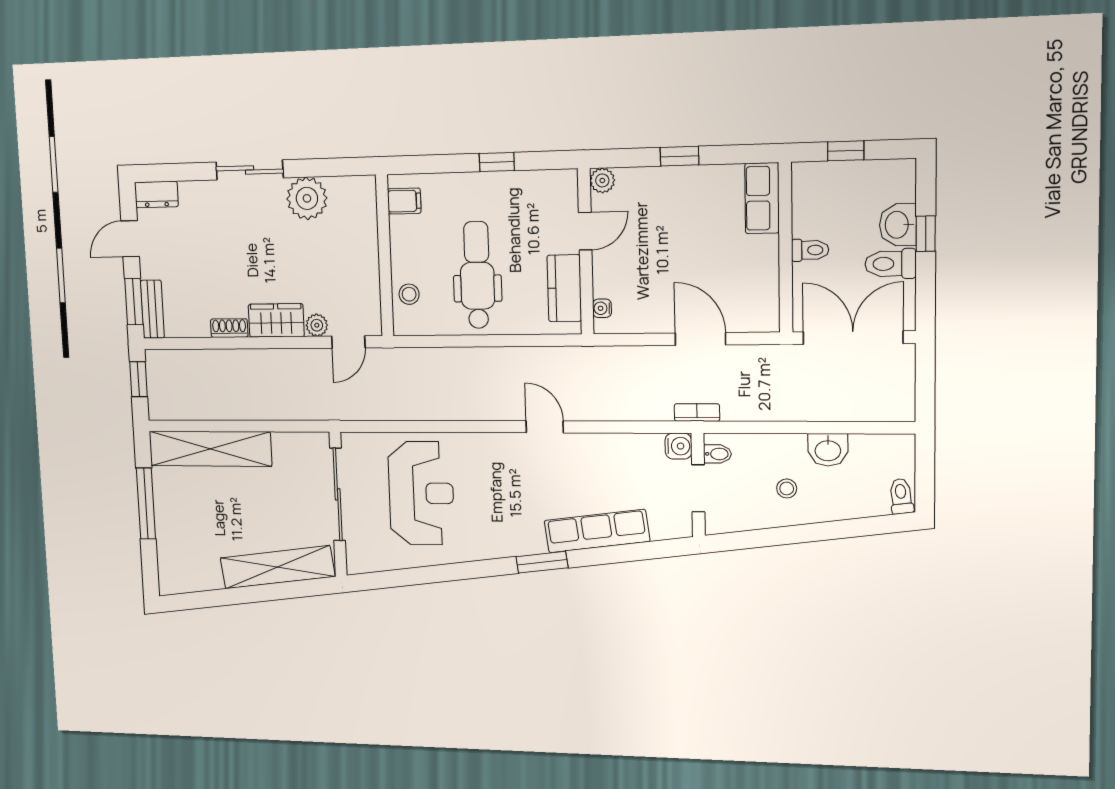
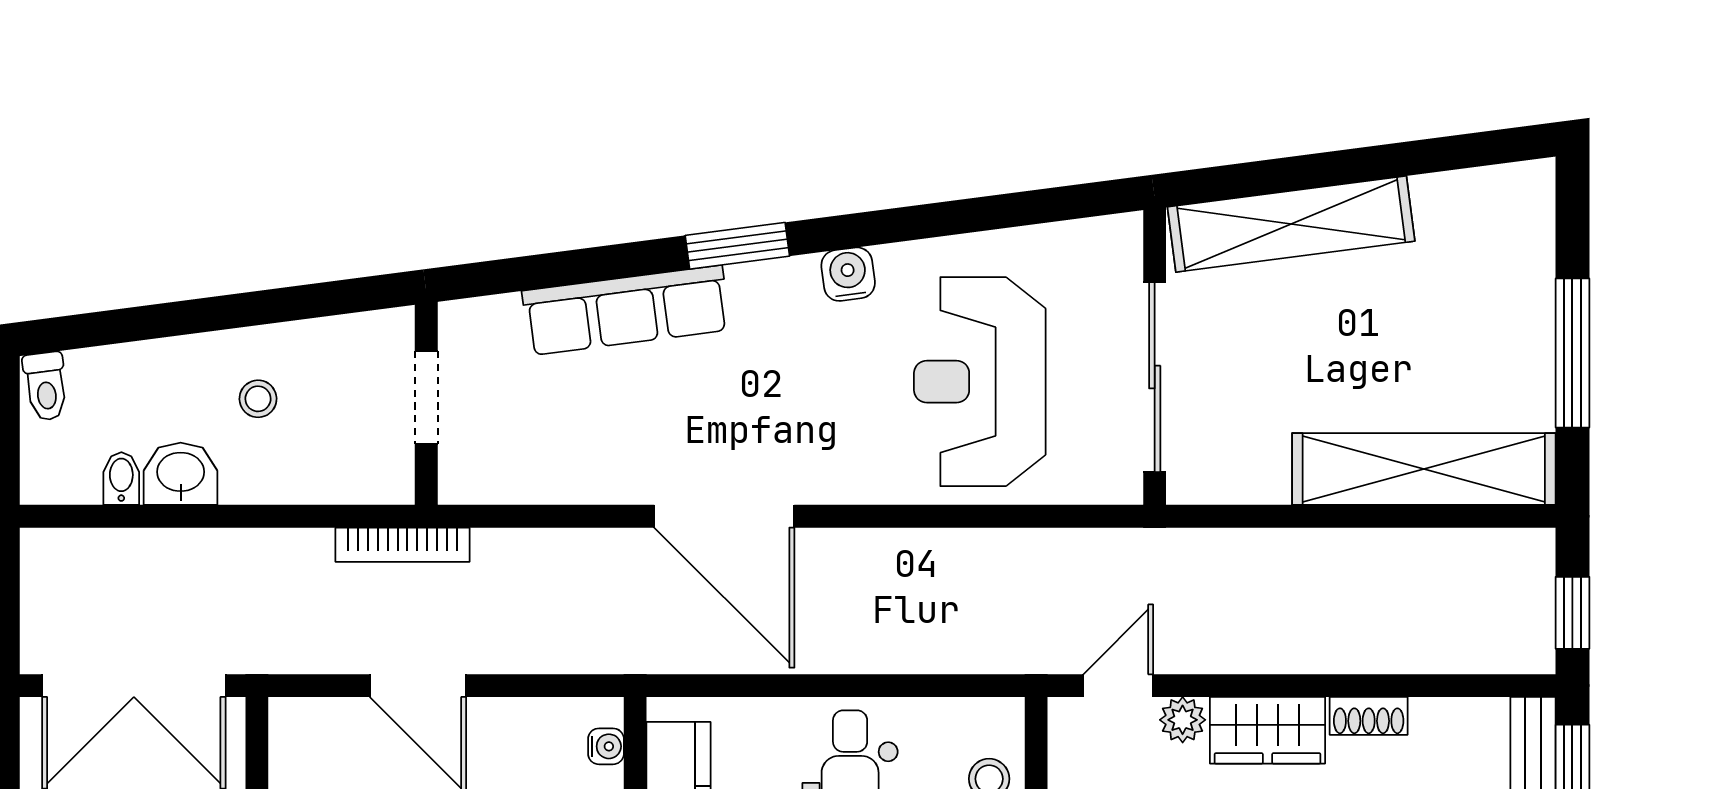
bookcase: (697, 412) -> (402, 545), width x1.56
door: (545, 427) -> (724, 516), width x1.87
water cooler: (678, 446) -> (848, 274), moved, turned 83
bidet: (717, 454) -> (121, 479), moved, turned 90

